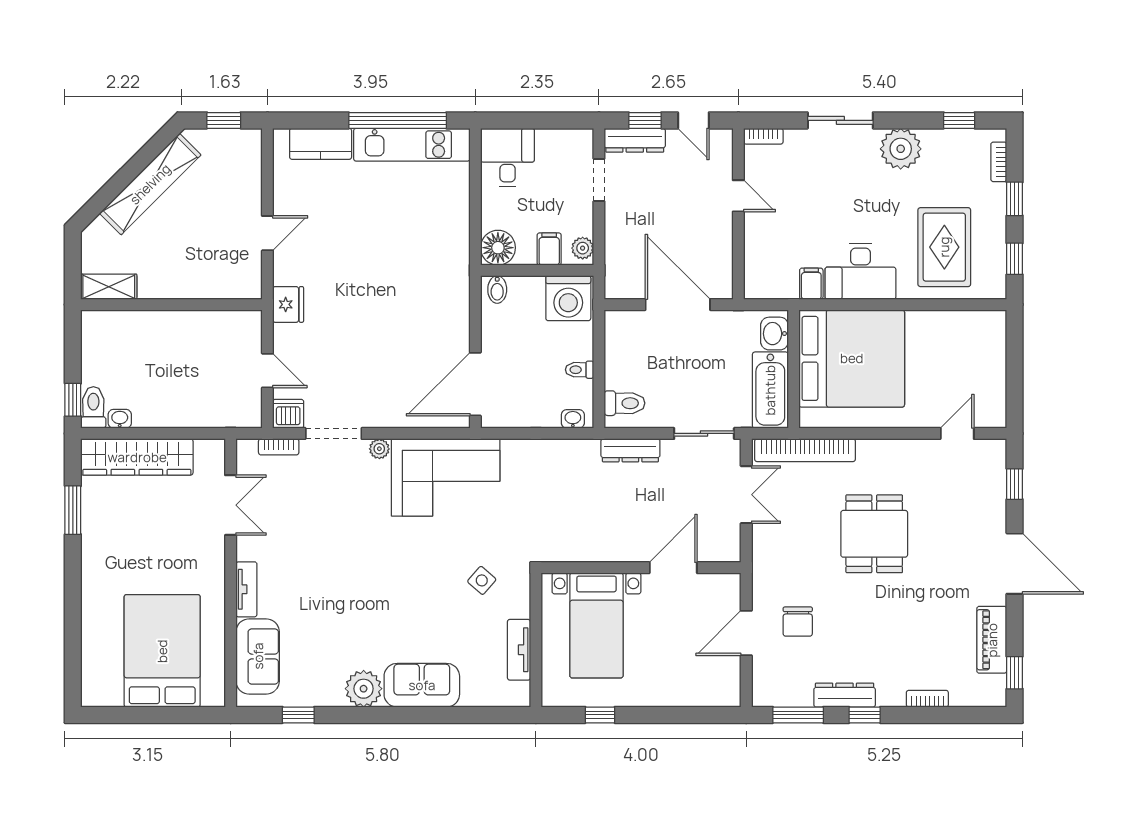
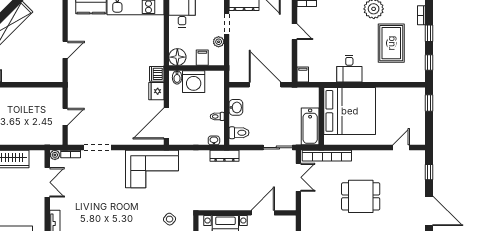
rug: (944, 247) -> (391, 43), moved
plant: (583, 248) -> (219, 42), moved
desk: (860, 272) -> (349, 69), width x0.73
filing cabinet: (811, 284) -> (303, 75), moved
washing machine: (568, 298) -> (194, 82), moved
fridge: (288, 304) -> (156, 91), moved, turned 180
washbasin: (774, 334) -> (236, 107), moved, turned 180
window: (1015, 342) -> (429, 103), added
door: (267, 371) -> (65, 117), hinge flipped
dishwasher: (288, 414) -> (157, 74), moved, turned -90
plant: (379, 449) -> (55, 155), moved
dresser: (630, 450) -> (224, 156), moved
dining table: (874, 534) -> (361, 196), turned 90

